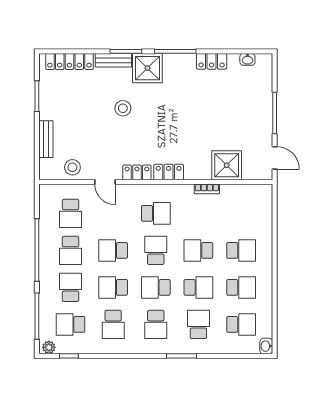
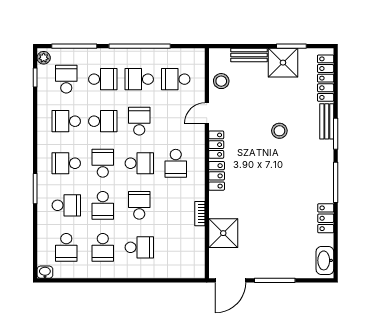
washbasin: (247, 59) -> (325, 260), width x1.91, depth x1.45
shower: (147, 68) -> (283, 63), moved
door: (275, 158) -> (230, 280), width x1.38
school desk: (241, 250) -> (139, 247), turned -90
school desk: (113, 287) -> (103, 121), turned 90

